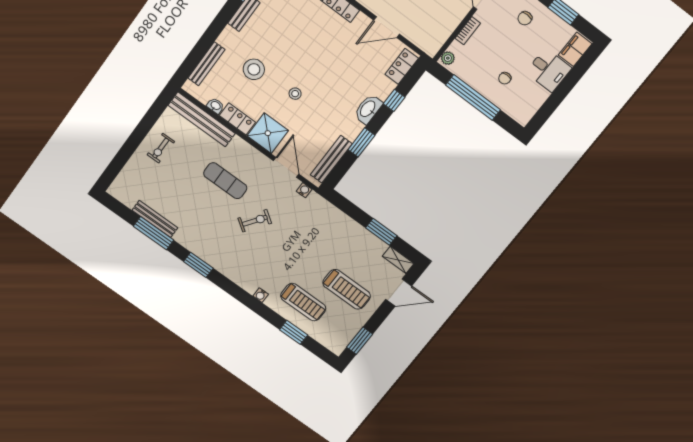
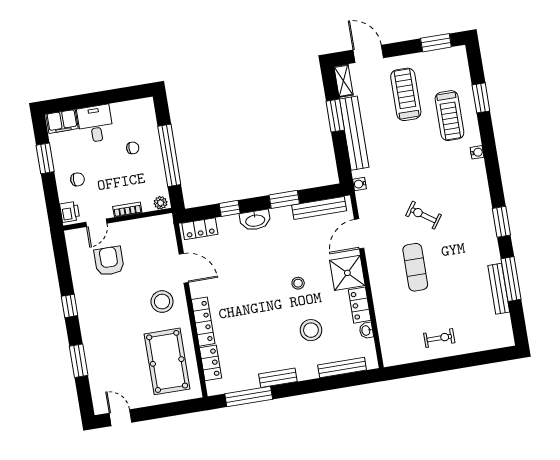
bench: (202, 119) -> (354, 133), moved
water cooler: (304, 190) -> (359, 184), moved
treadmill: (303, 302) -> (449, 116), turned 180

